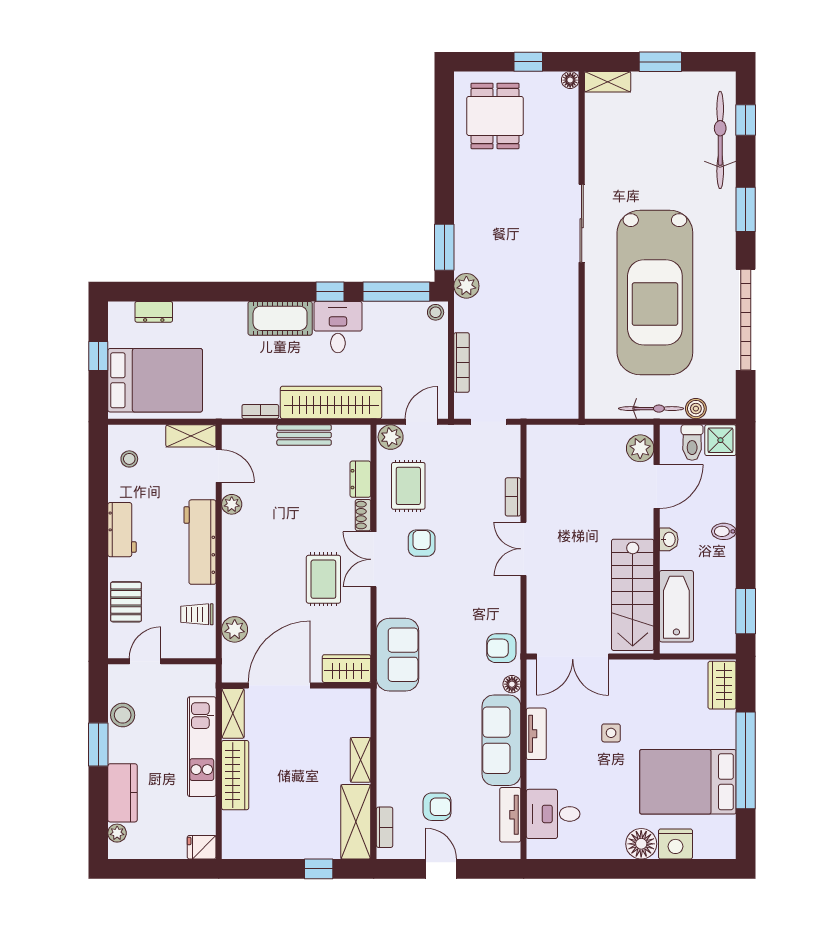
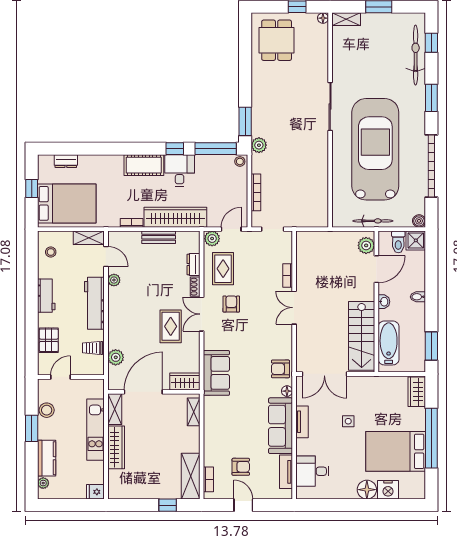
car: (655, 293) -> (375, 149), turned 180
boiler: (696, 409) -> (419, 221), moved
shelving: (361, 760) -> (194, 412), moved

